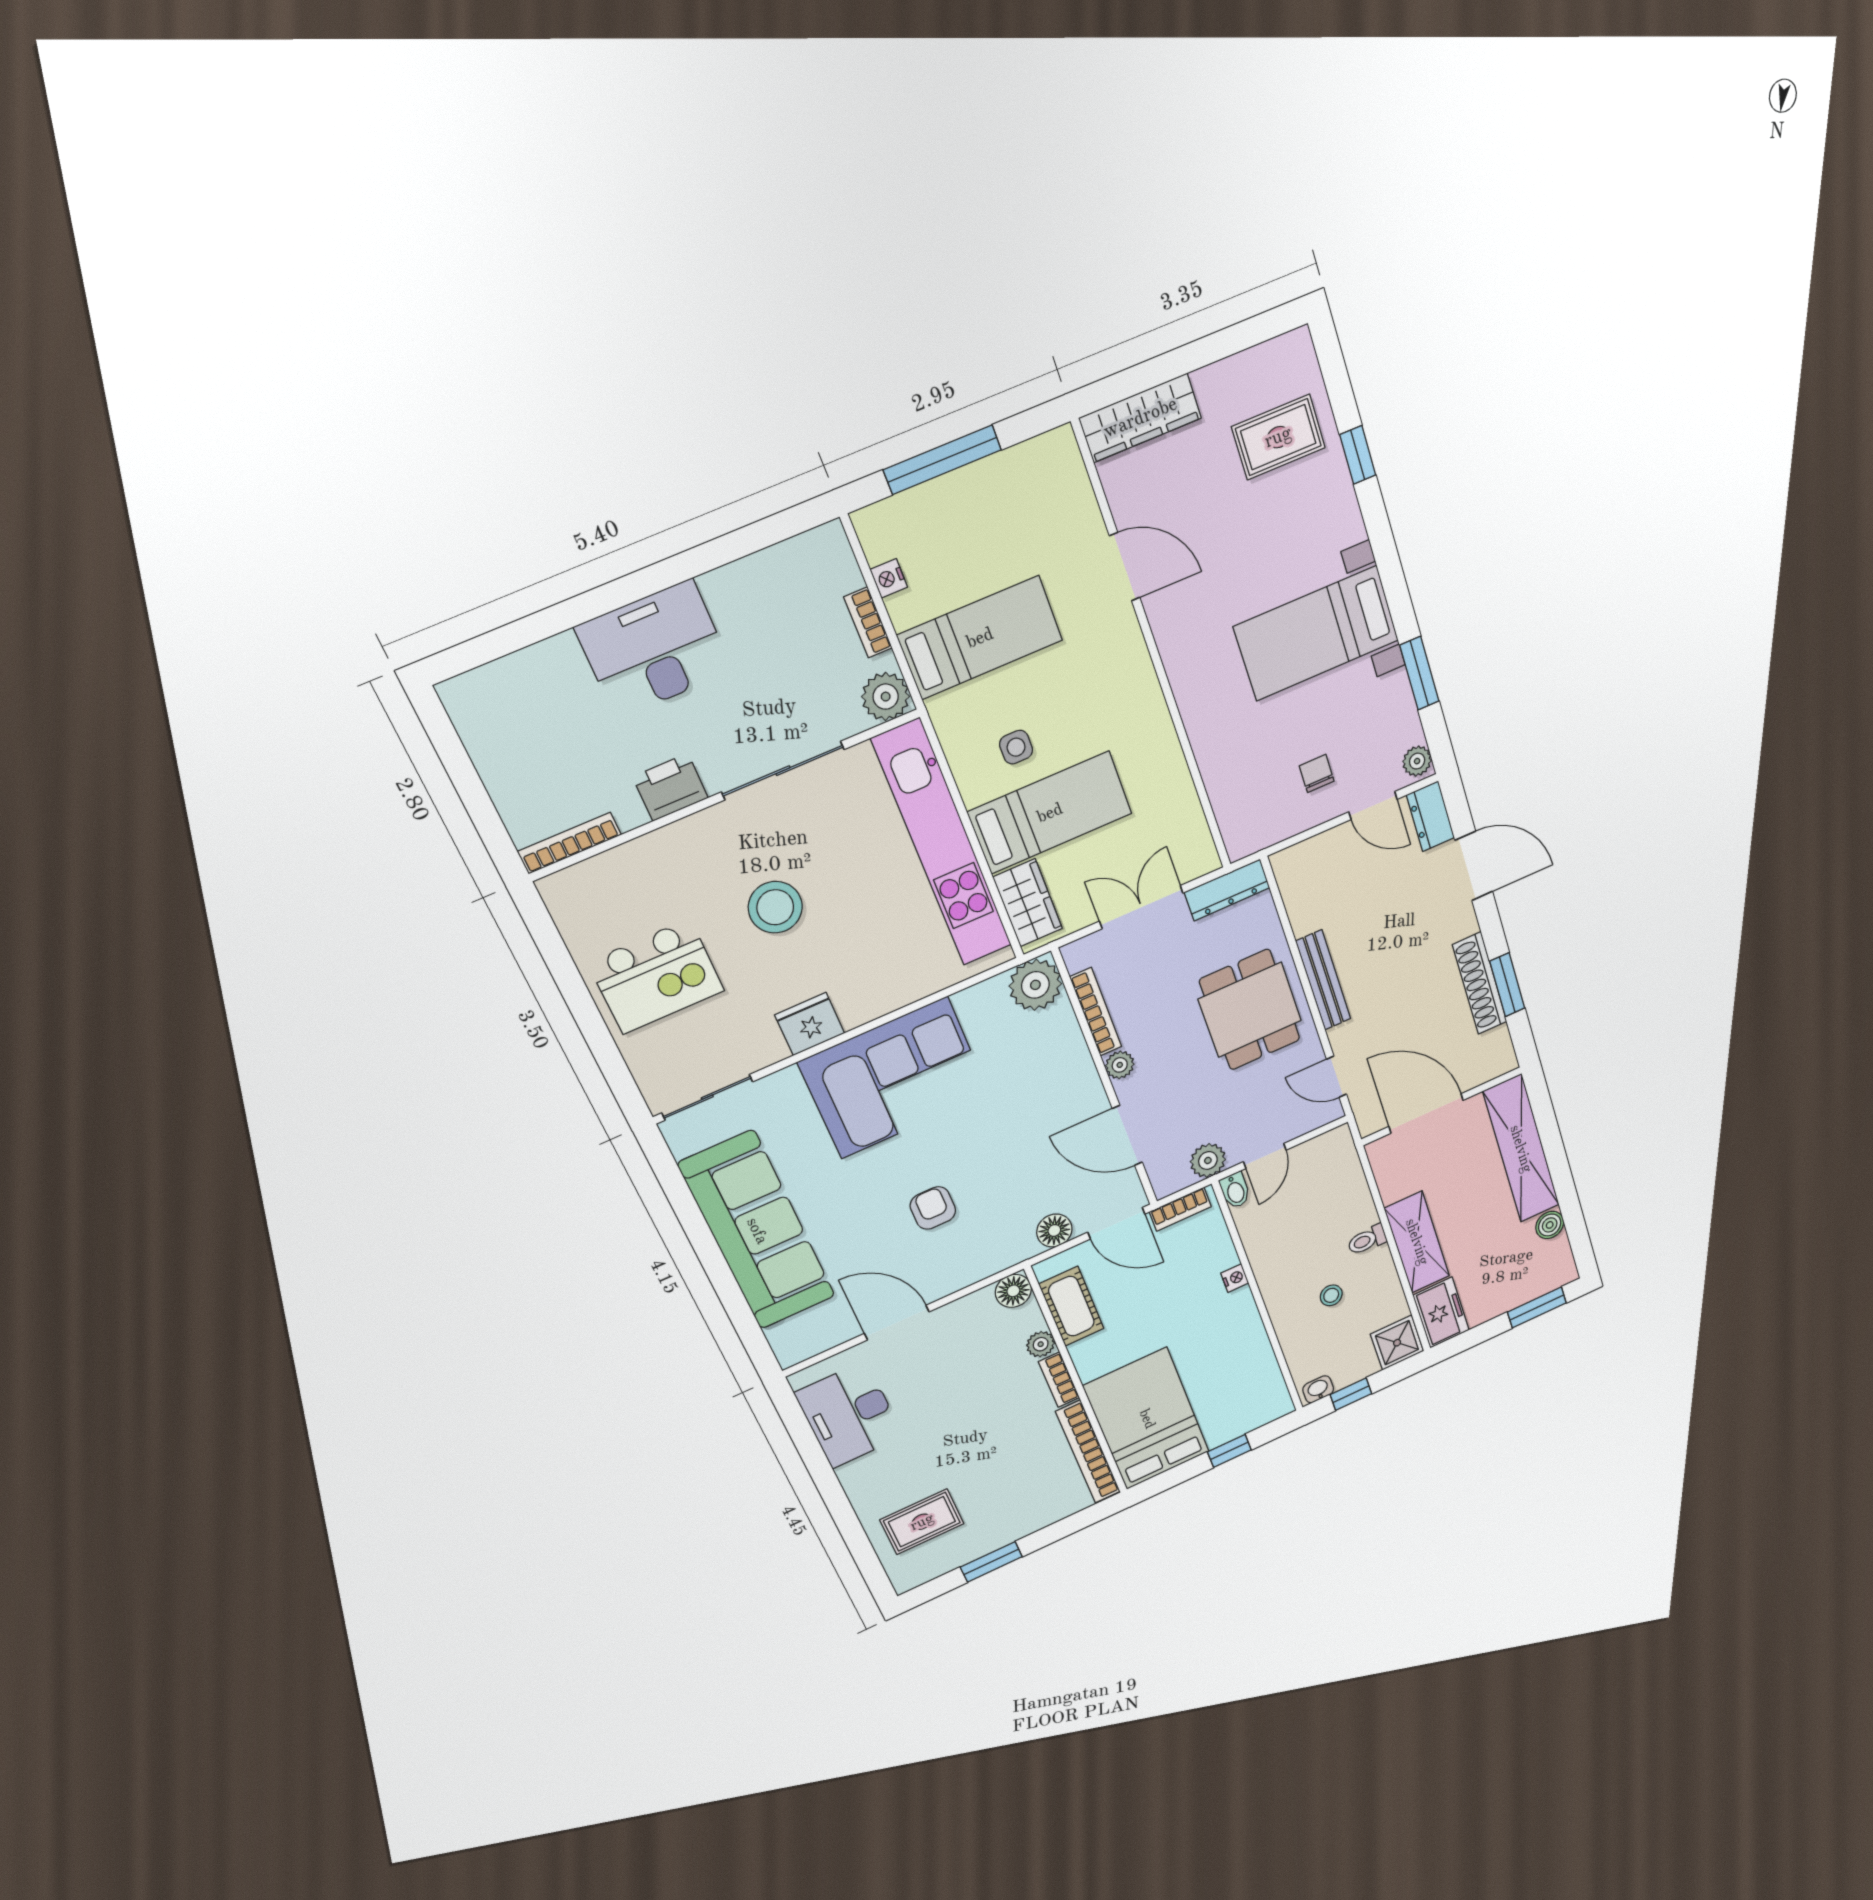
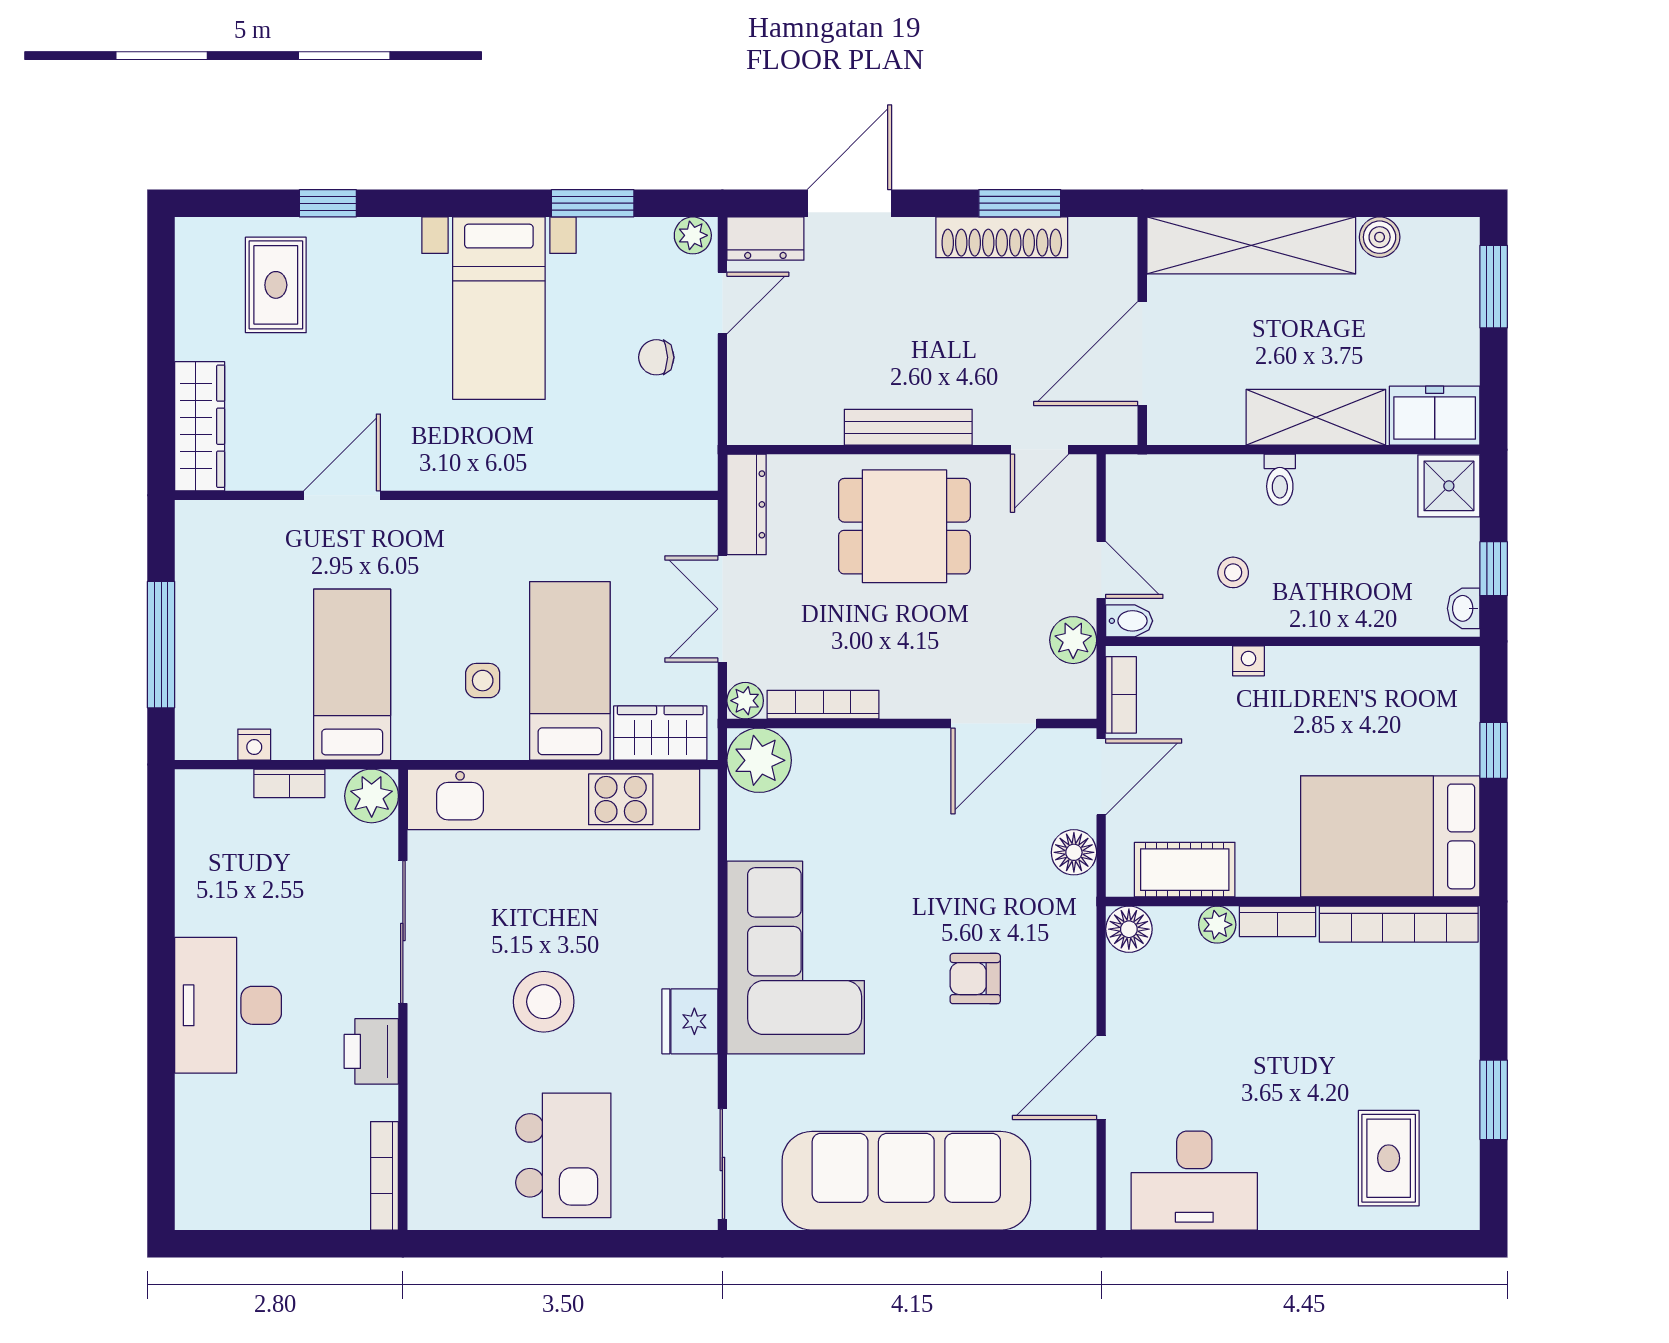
plant: (1120, 1065) -> (745, 701), moved
stool: (1331, 1295) -> (1233, 572), moved

